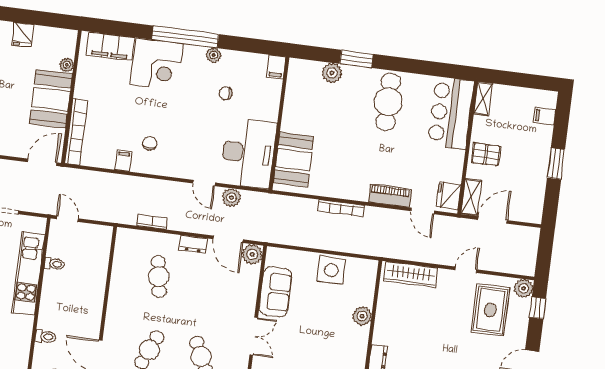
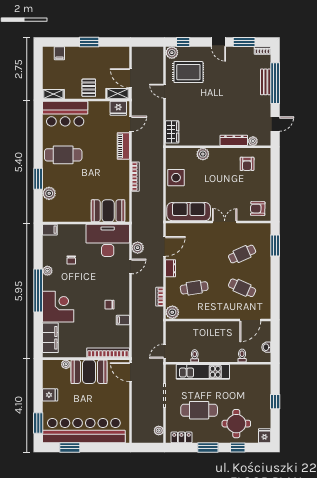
plant: (252, 254) -> (172, 312), moved
wardrobe: (411, 275) -> (172, 132), width x0.67
sofa: (275, 292) -> (189, 212), width x1.36

